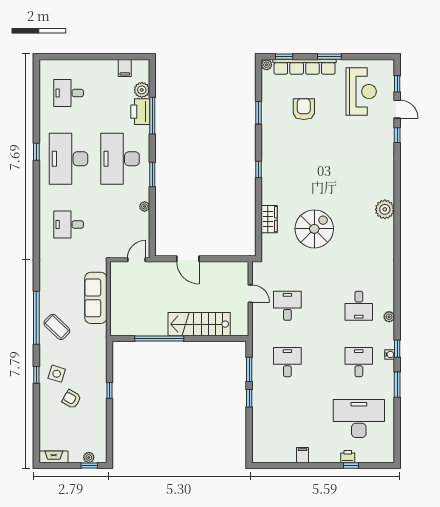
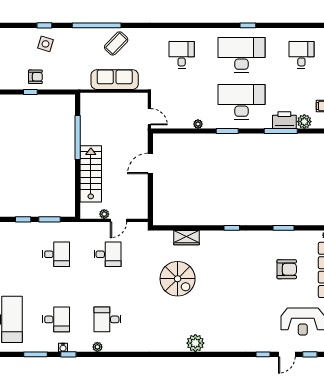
plant: (243, 309) -> (104, 214), added
coffee table: (57, 327) -> (116, 43), moved
armchair: (72, 399) -> (35, 77), moved, turned 60

